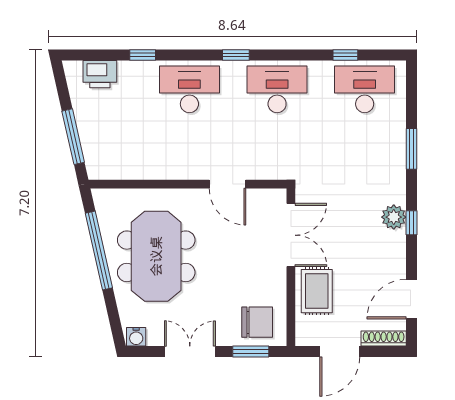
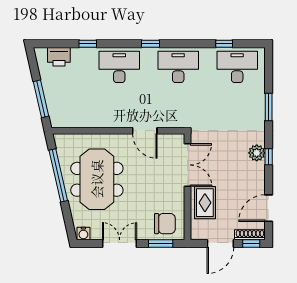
window: (386, 352) -> (251, 243), added

